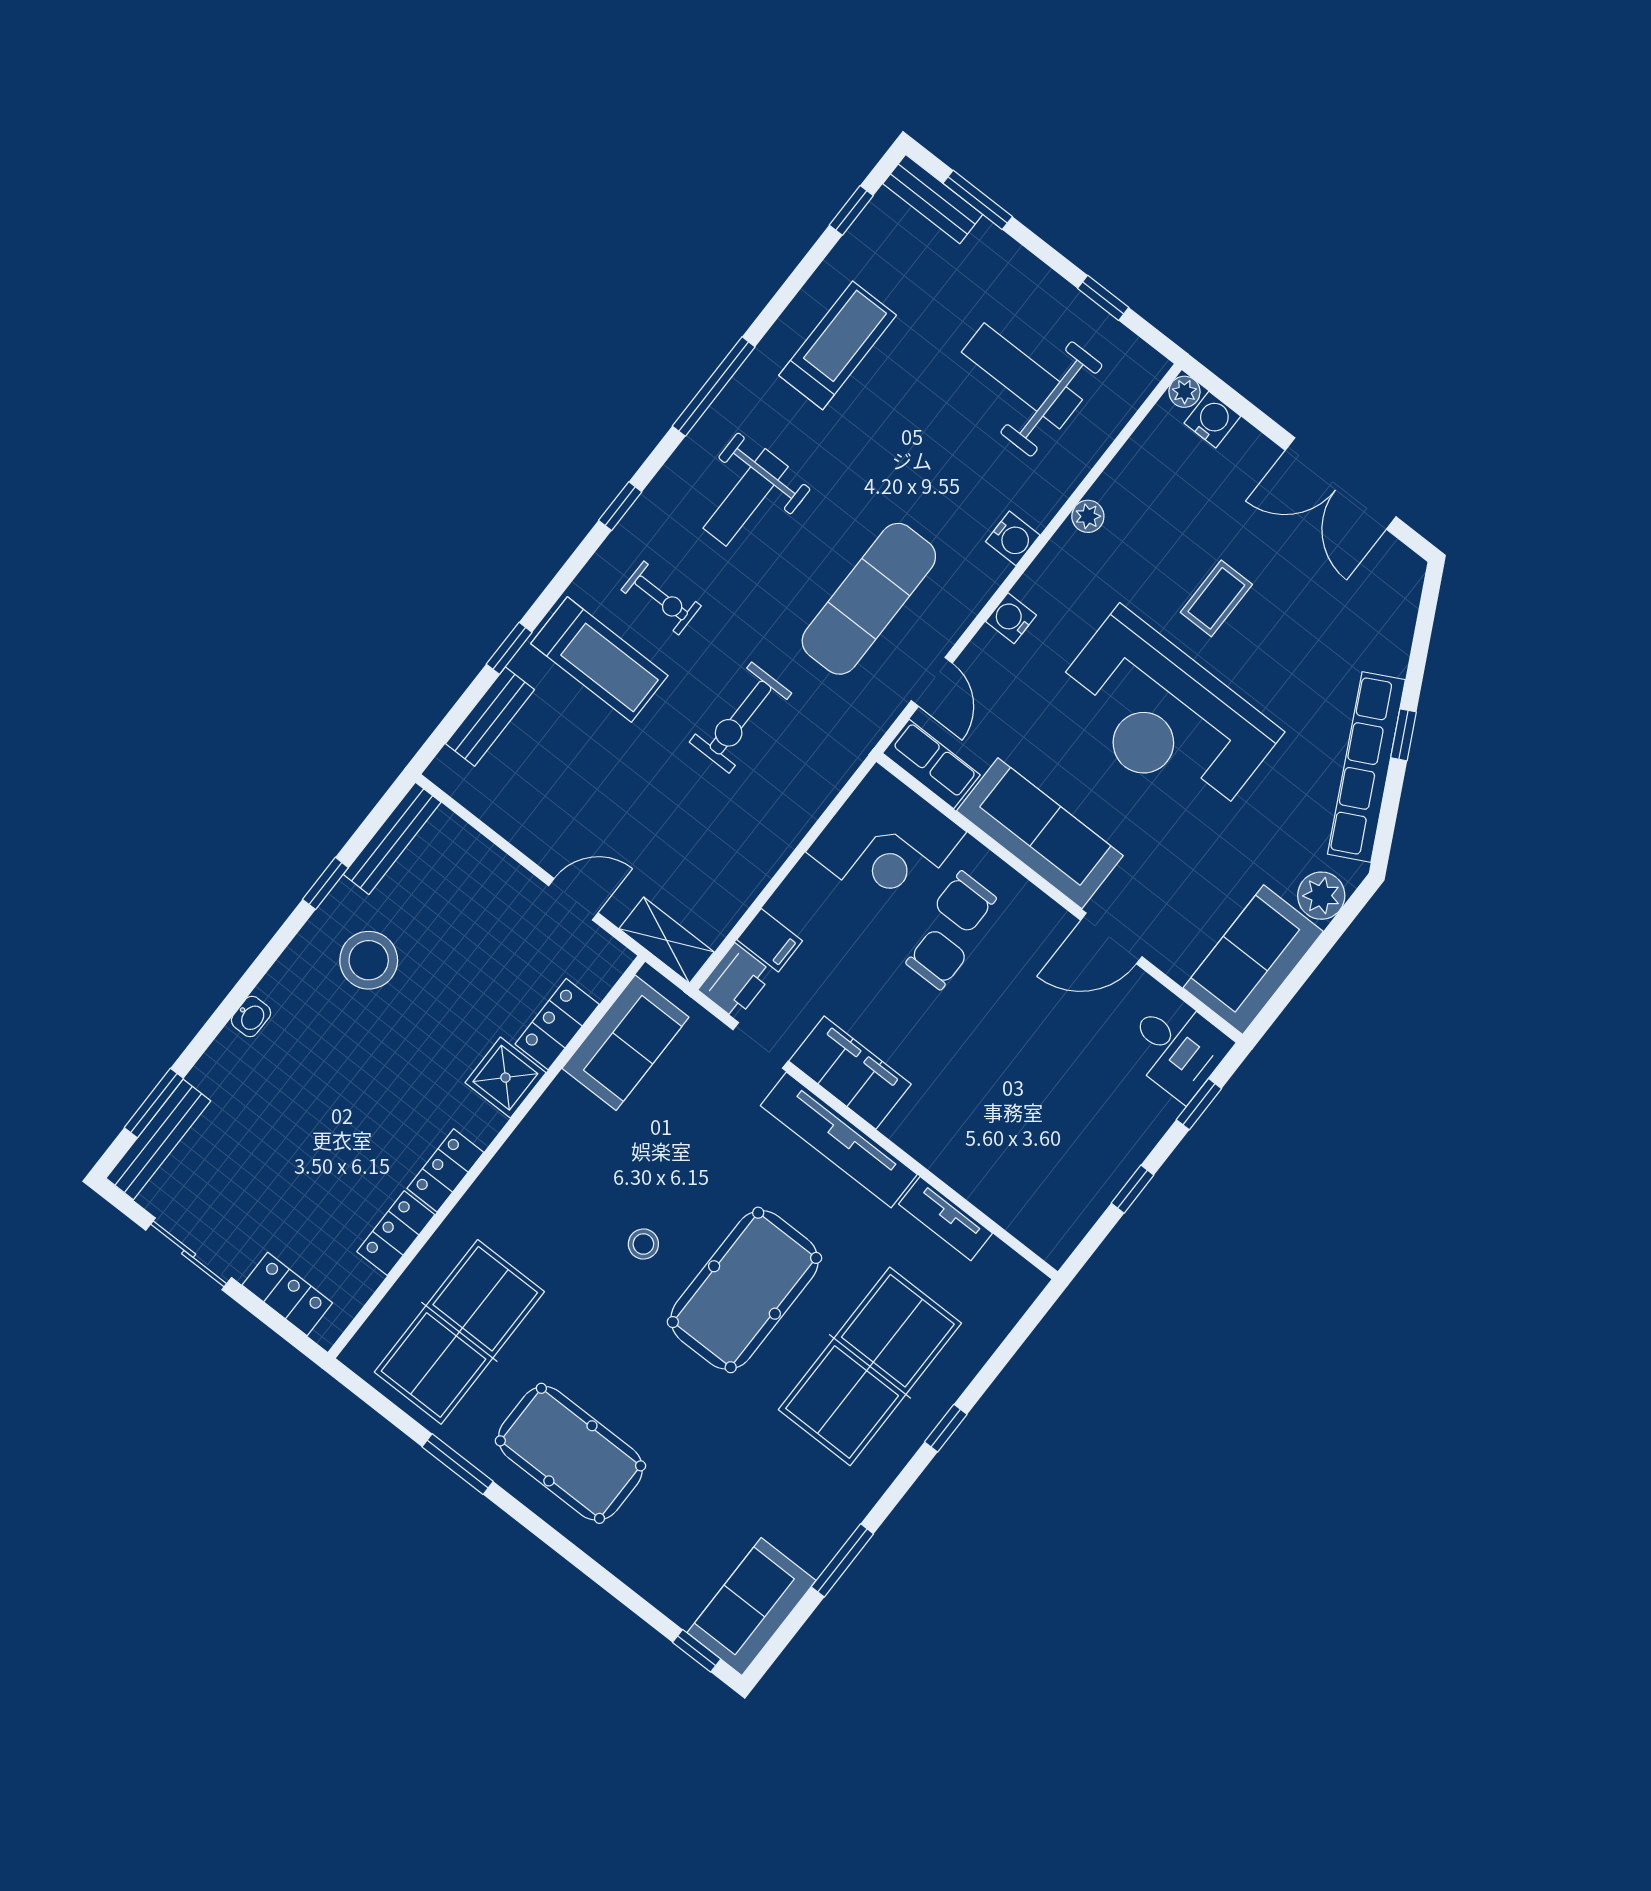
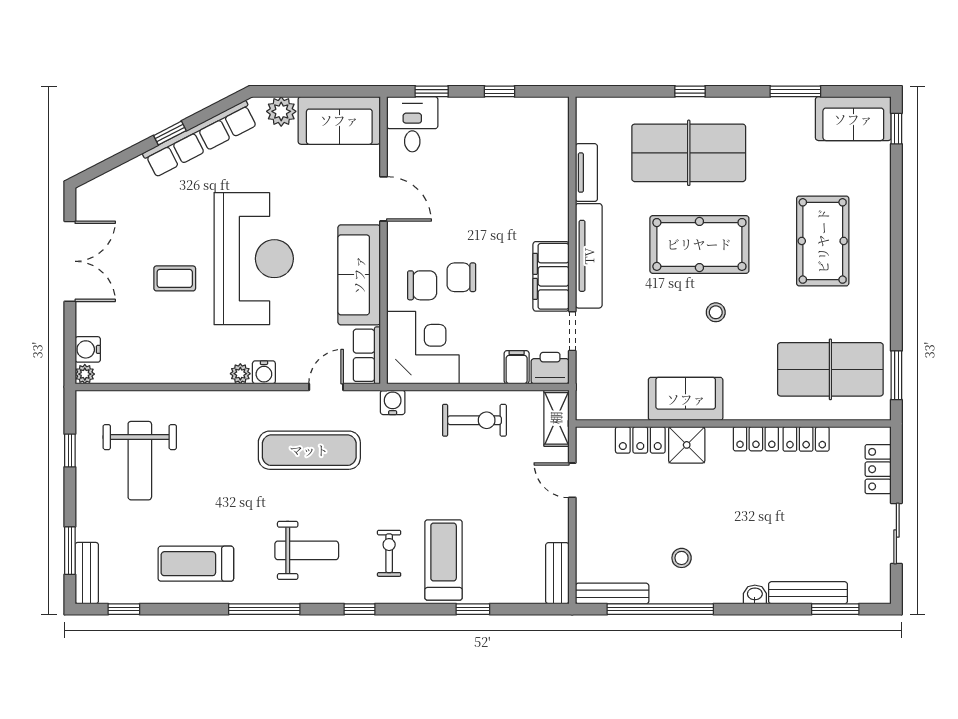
plant: (1088, 516) -> (240, 374), moved
water cooler: (1013, 538) -> (393, 402), moved
bench: (490, 717) -> (557, 573), moved, turned 90
exercise bike: (740, 718) -> (474, 420), moved
window: (325, 883) -> (660, 609), width x3.17
stool: (369, 960) -> (682, 558), width x0.53, depth x0.53
sofa: (626, 1043) -> (686, 399), moved
bench: (158, 1139) -> (808, 593), moved
pool table: (570, 1453) -> (823, 241), moved
window: (458, 1464) -> (896, 375), moved

